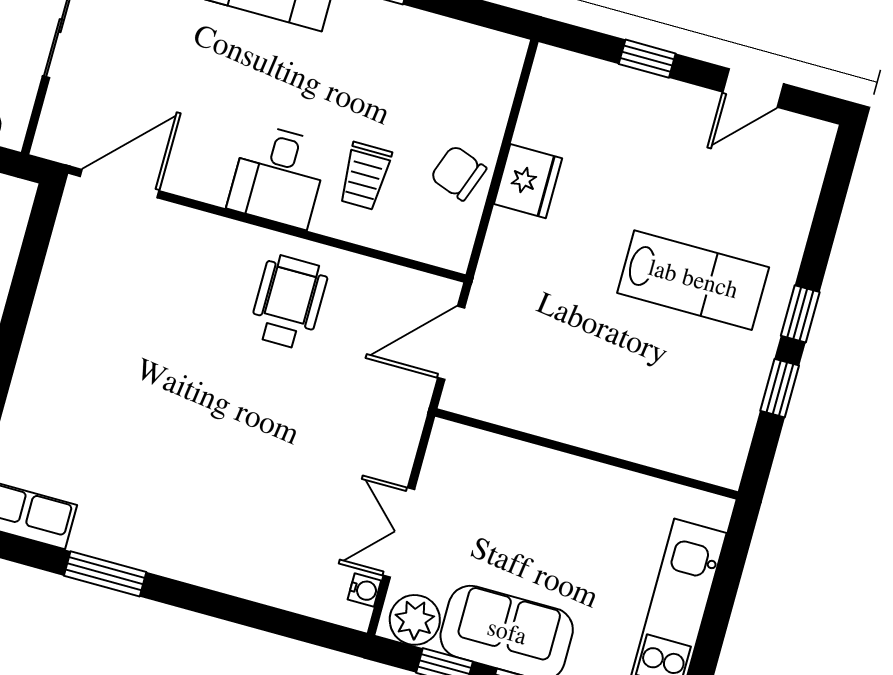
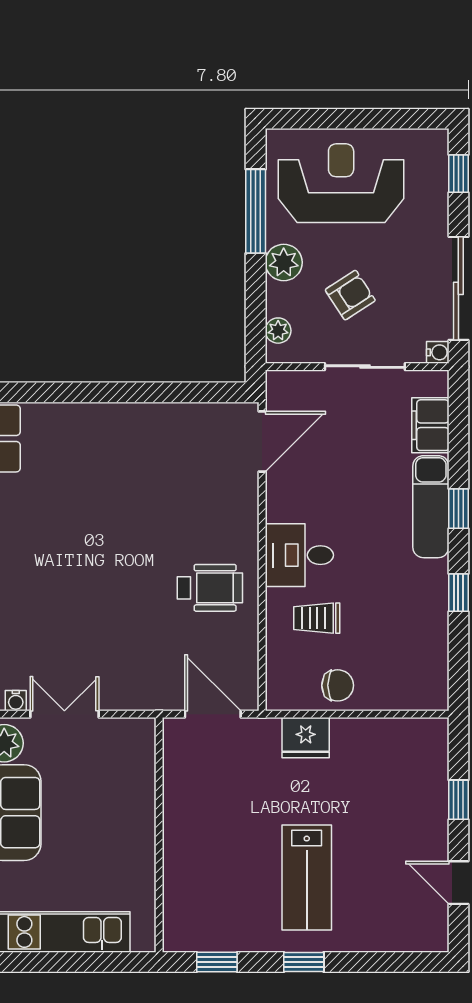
chair: (458, 173) -> (338, 685), turned 70
fridge: (528, 181) -> (306, 738), moved
door: (120, 184) -> (262, 441), hinge flipped
window: (780, 388) -> (217, 962), moved

